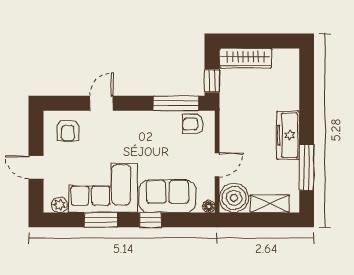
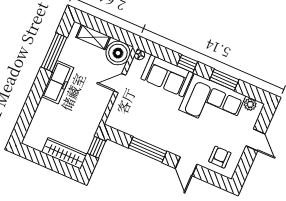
door: (101, 103) -> (186, 166), hinge flipped
window: (176, 103) -> (147, 150), moved
armchair: (193, 124) -> (125, 121), removed

